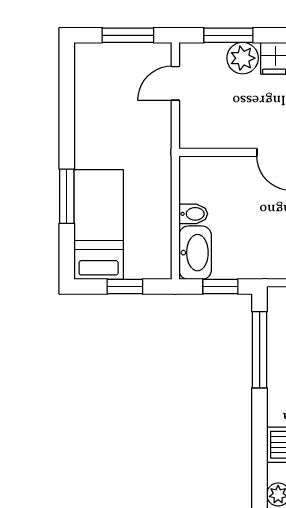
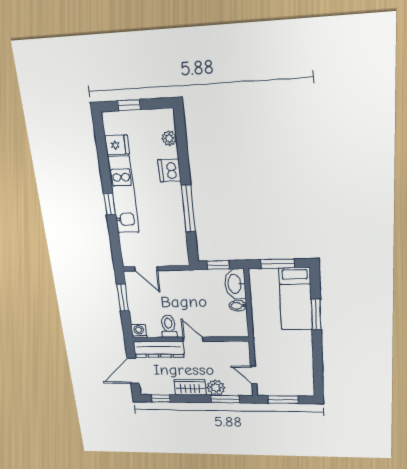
door: (175, 83) -> (254, 375), swing flipped
window: (125, 286) -> (277, 264), width x1.50
window: (260, 350) -> (188, 208), moved

